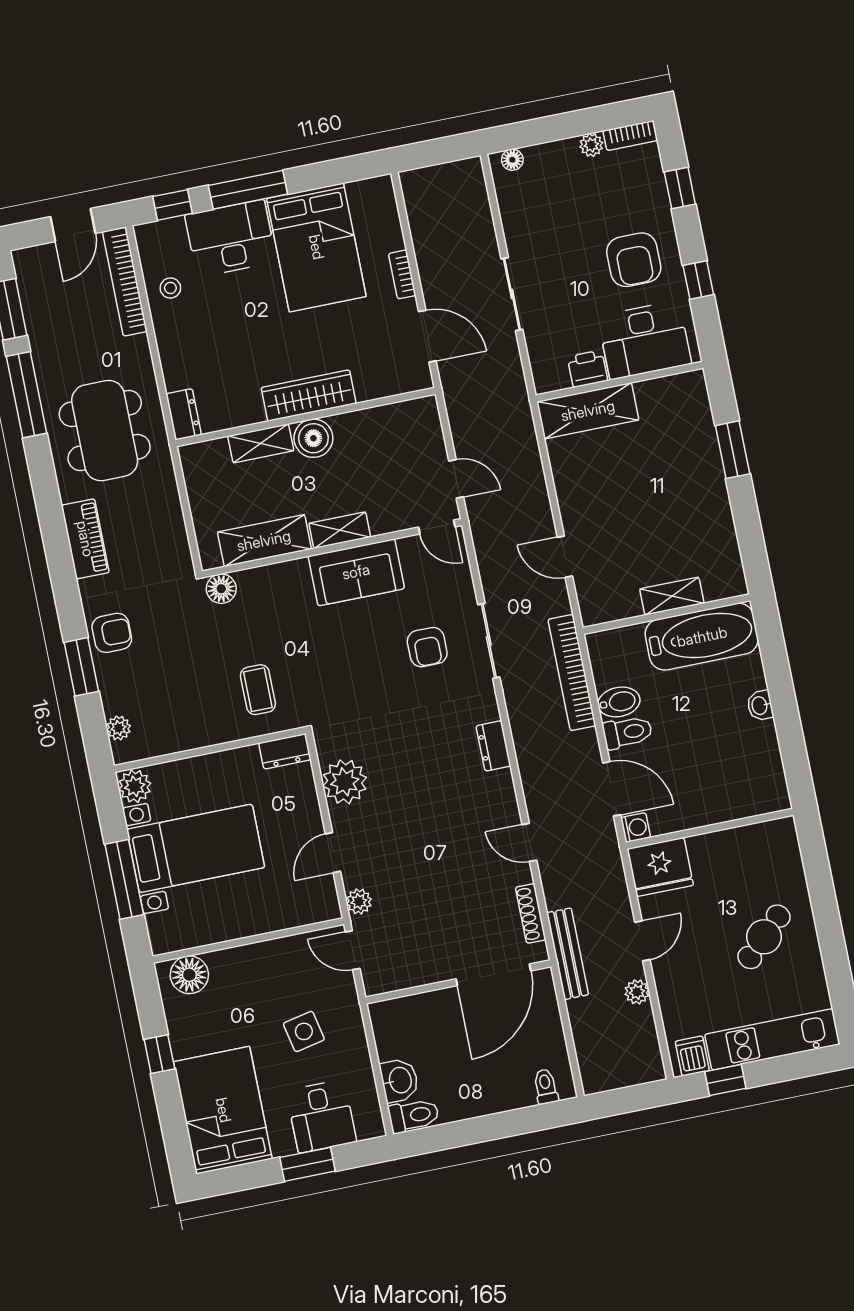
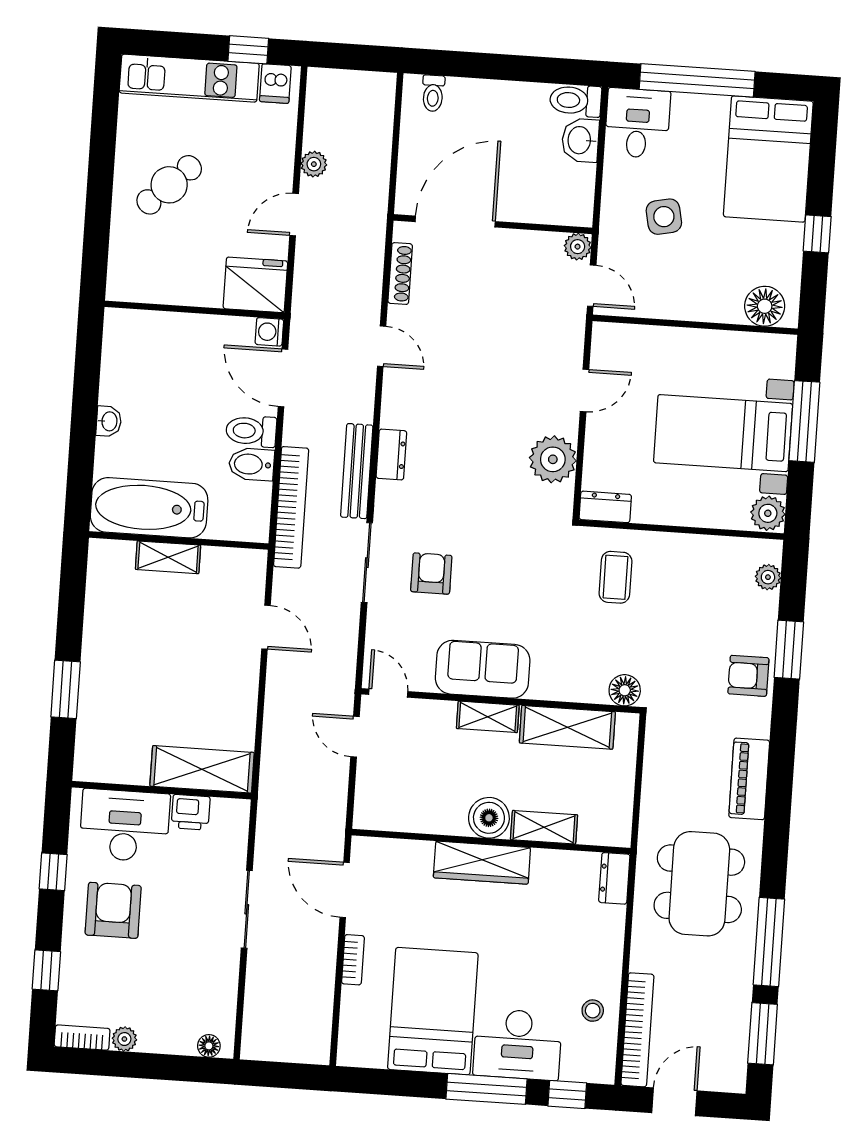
plant: (359, 901) -> (578, 247), moved
bench: (568, 954) -> (357, 471), moved
desk: (321, 1116) -> (637, 123), moved
window: (308, 1164) -> (697, 80), width x2.11

